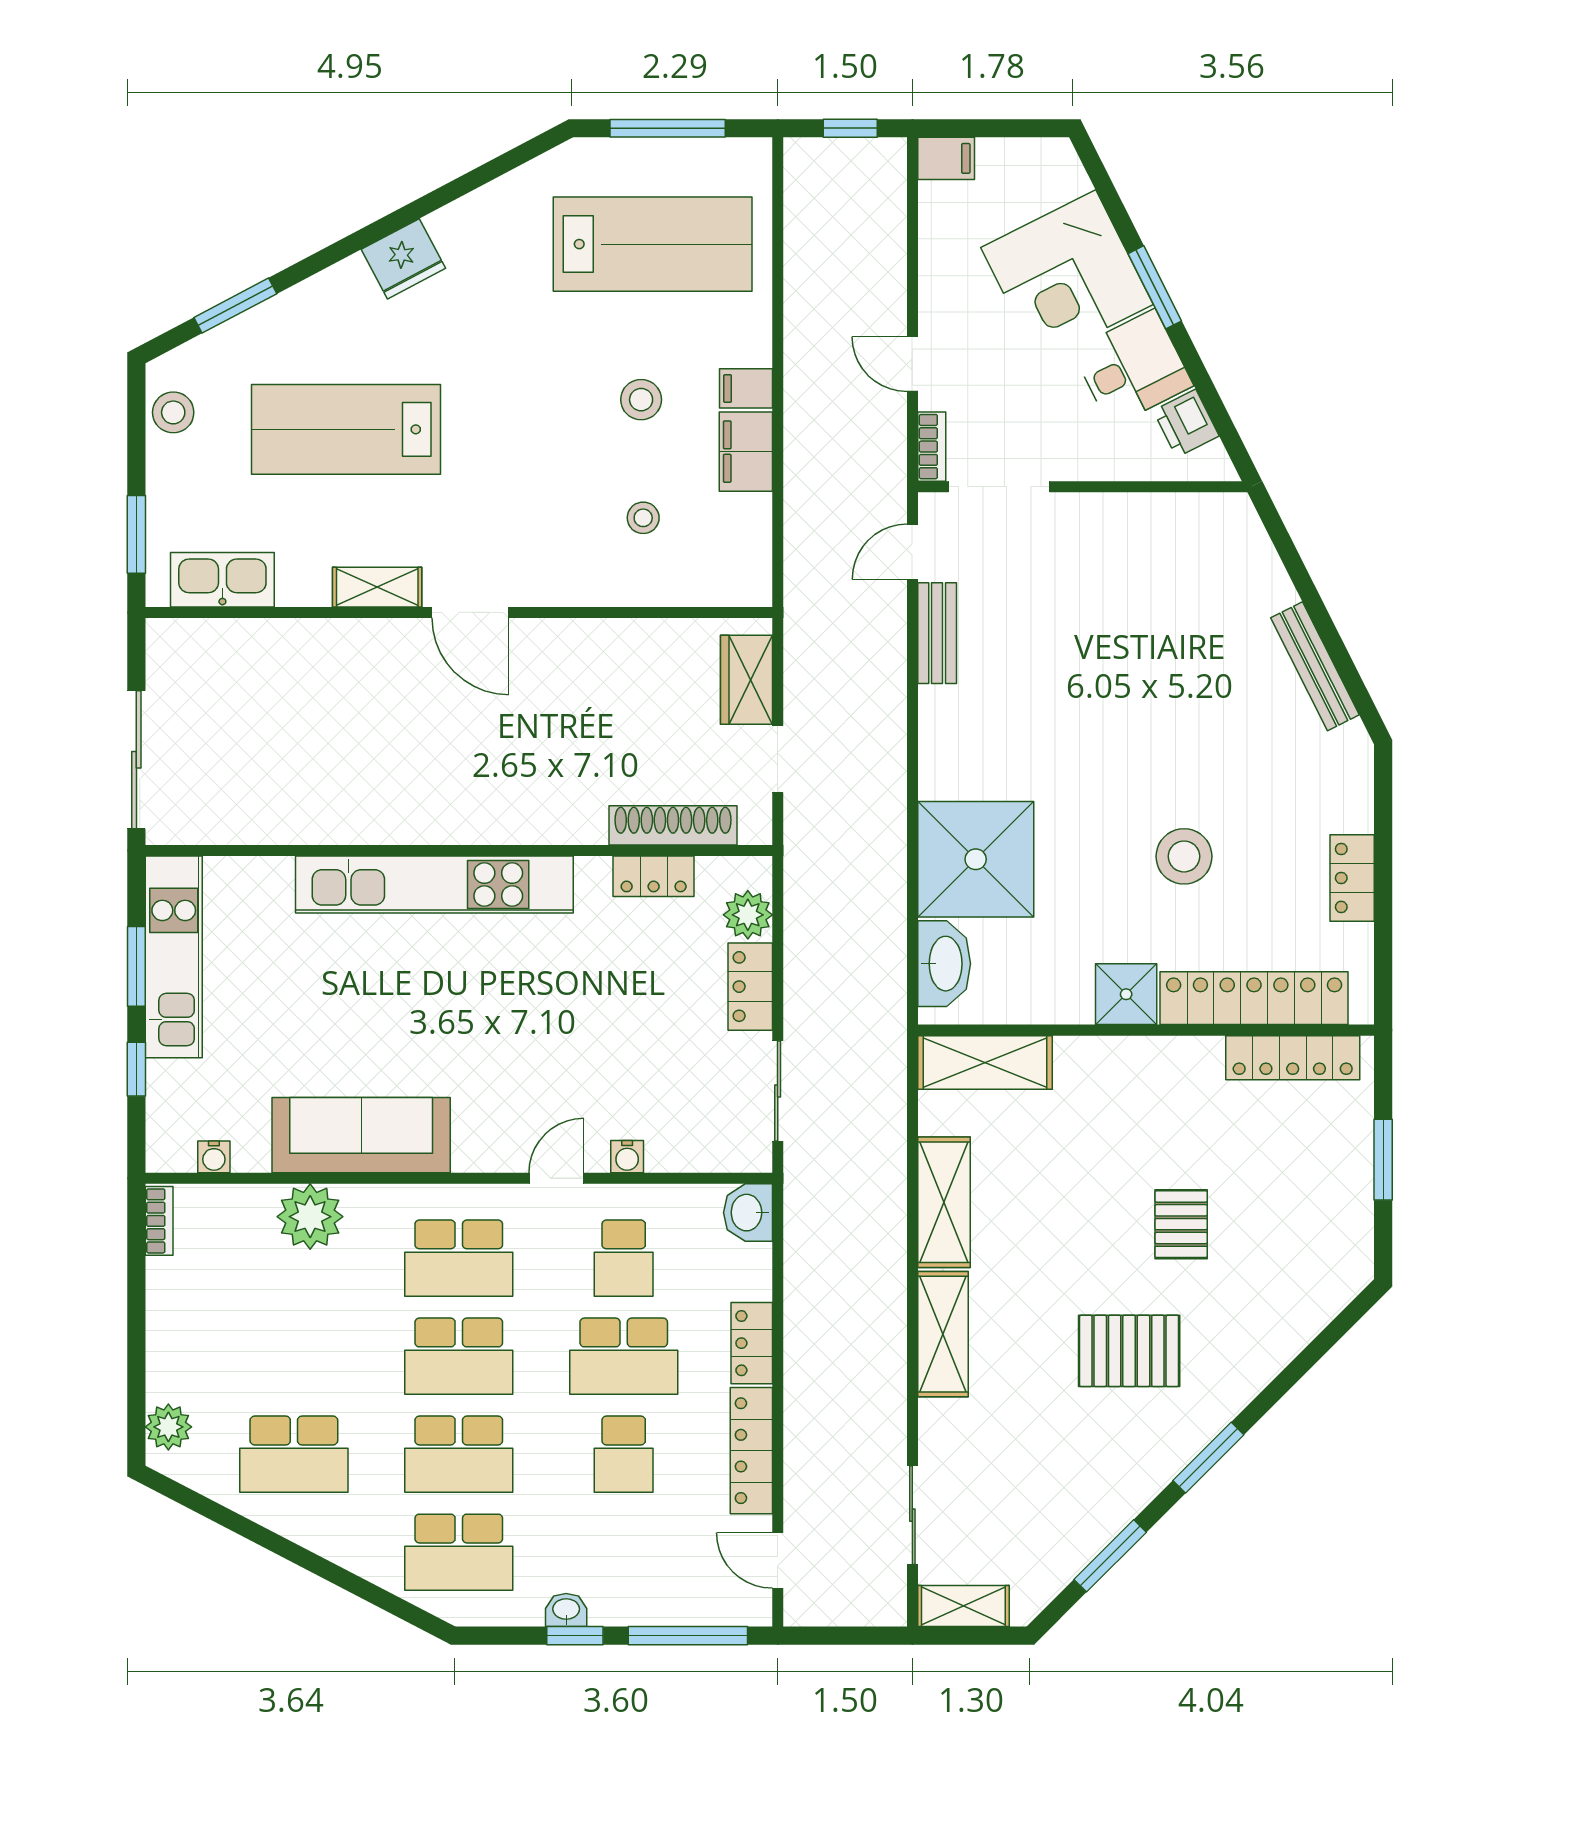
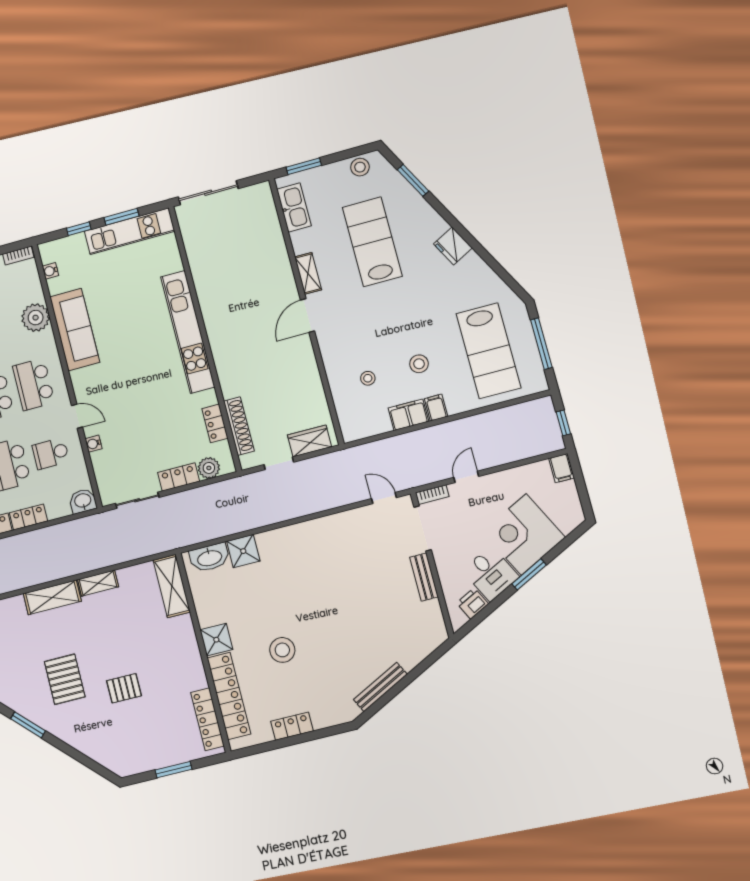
bench: (937, 633) -> (424, 577), moved, turned 90
shower: (976, 859) -> (243, 551), width x0.54, depth x0.54
shelving: (944, 1202) -> (98, 583), width x0.67, depth x0.75

